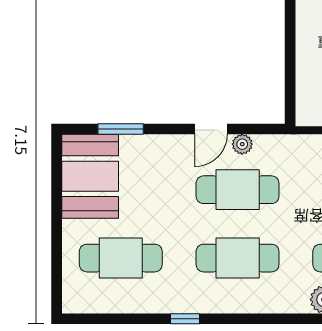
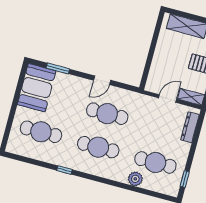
plant: (242, 144) -> (115, 92), removed

